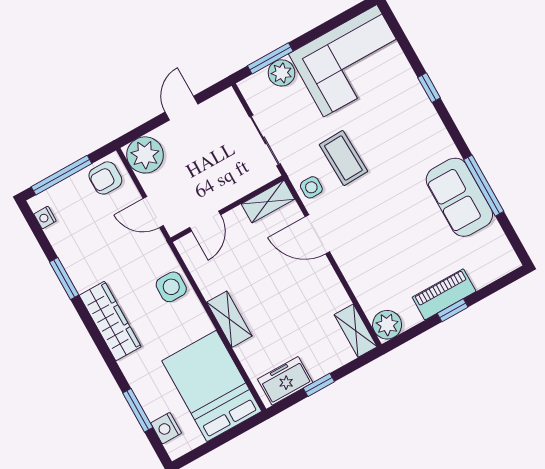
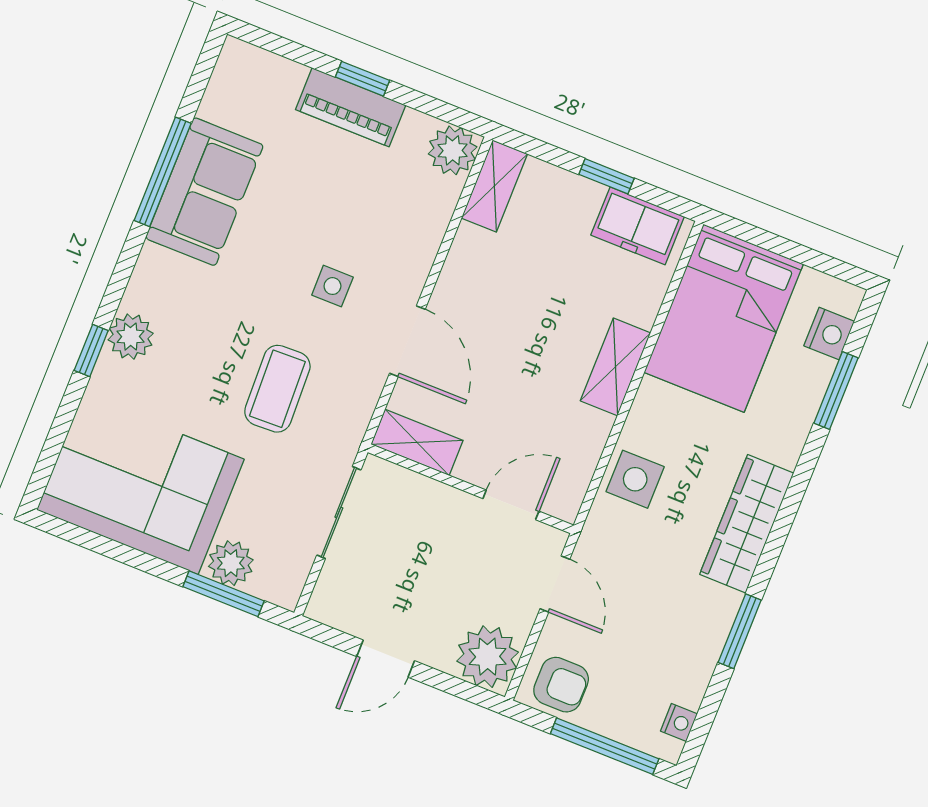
plant: (421, 111) -> (131, 337), added
side table: (311, 187) -> (332, 286), moved

